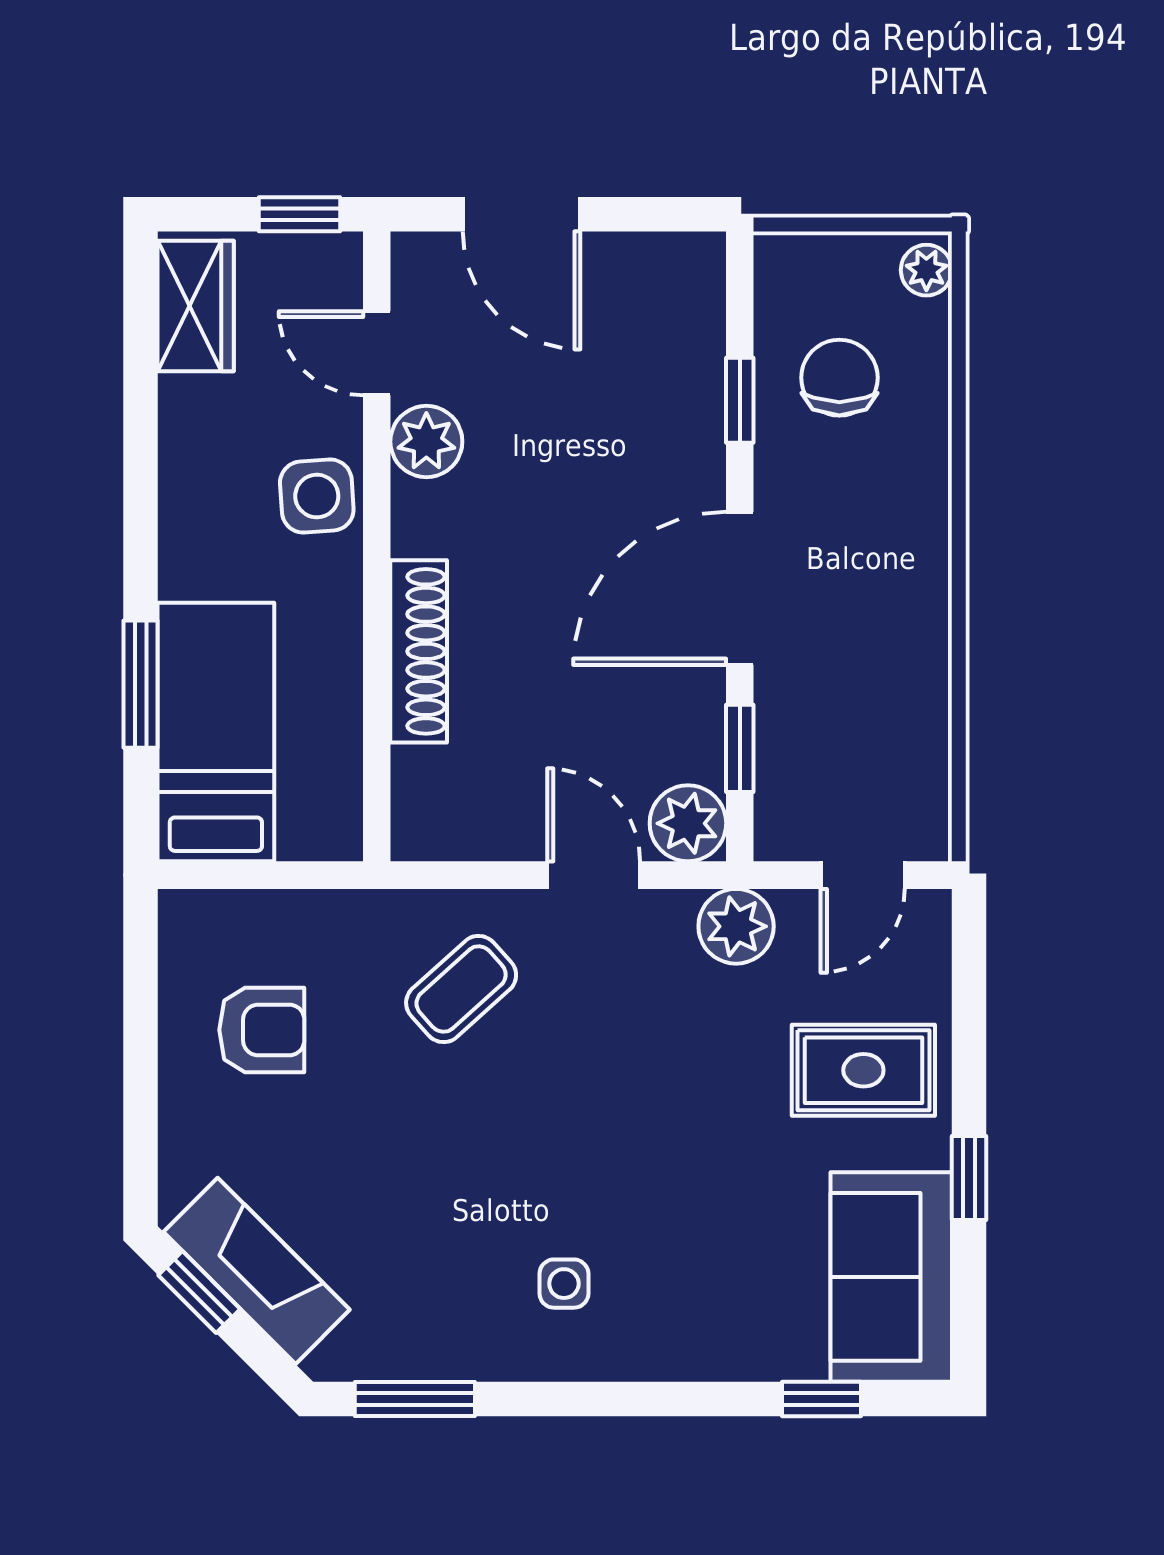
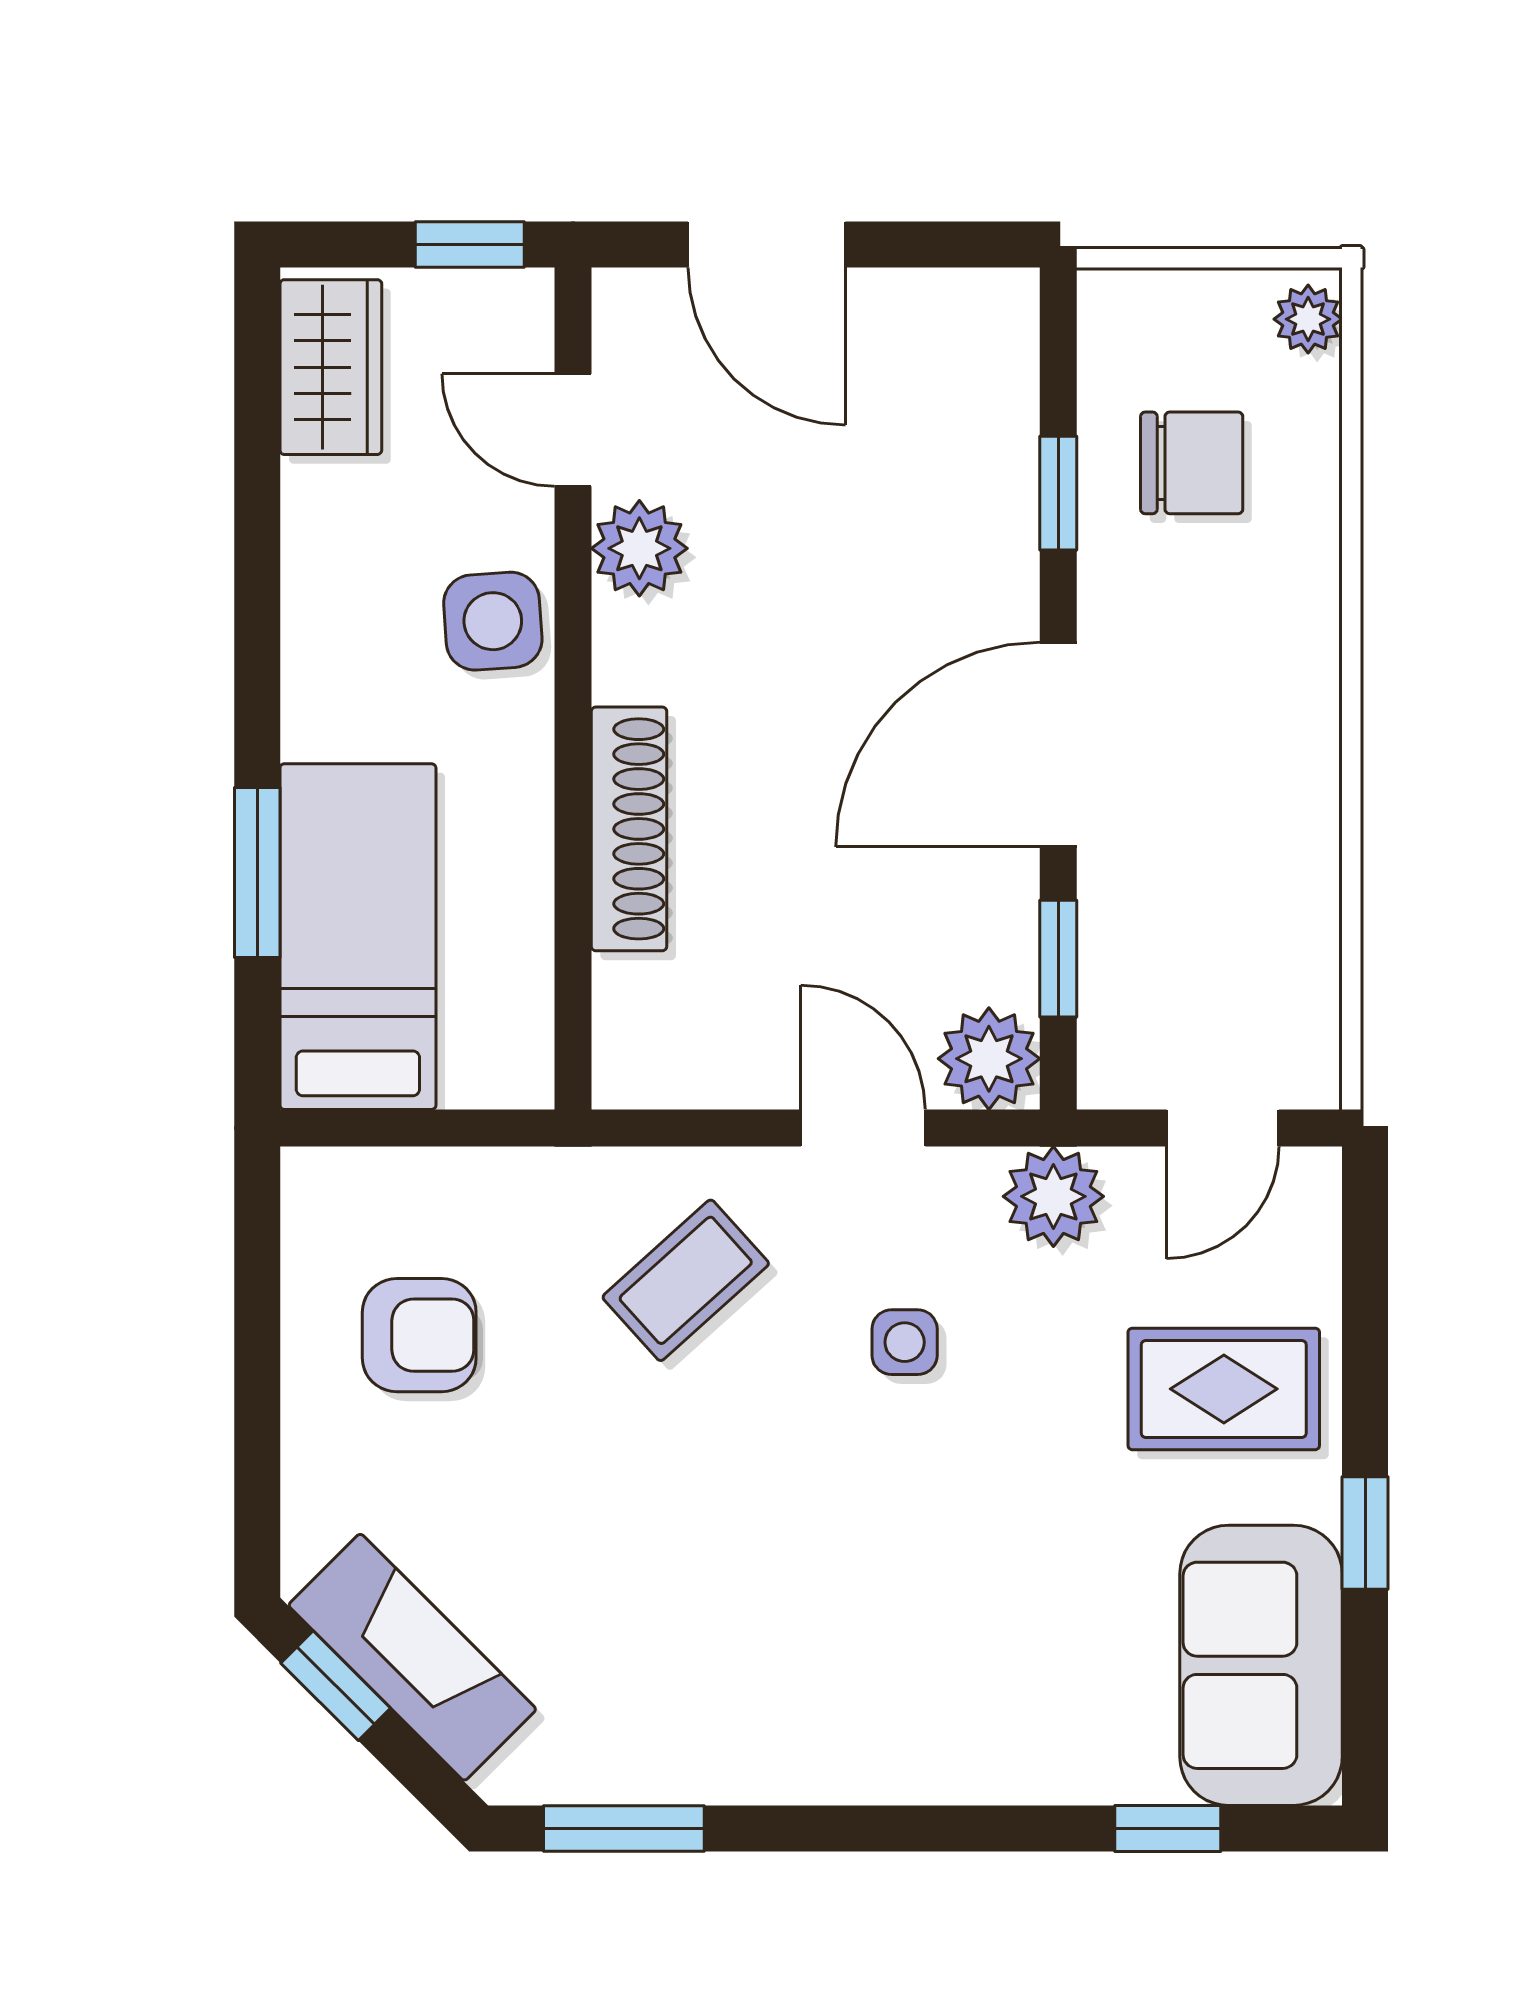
chair: (839, 378) -> (1192, 463), turned 90
side table: (564, 1284) -> (905, 1342), moved

